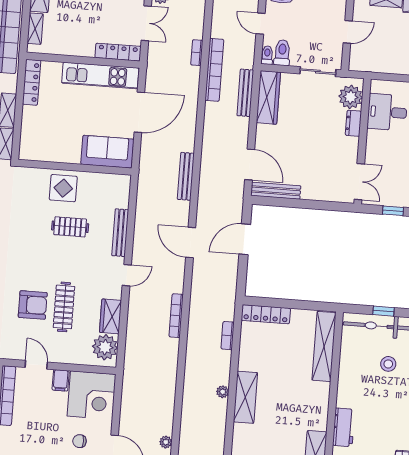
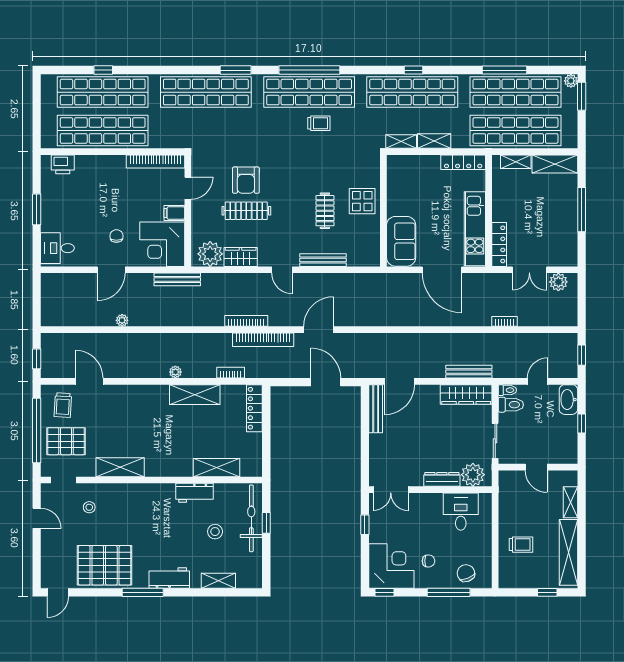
bookcase: (214, 70) -> (263, 340), moved
dresser: (353, 123) -> (442, 479), width x1.44
bench: (186, 176) -> (177, 279), moved
shelving: (324, 346) -> (216, 468), width x0.68
shelving: (245, 397) -> (195, 395), moved
workbench: (344, 427) -> (194, 493), moved

